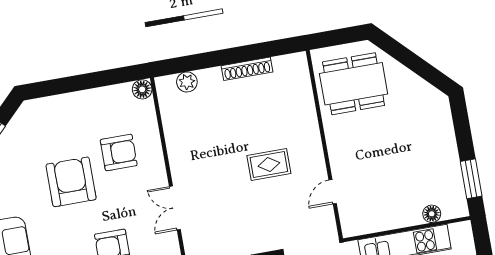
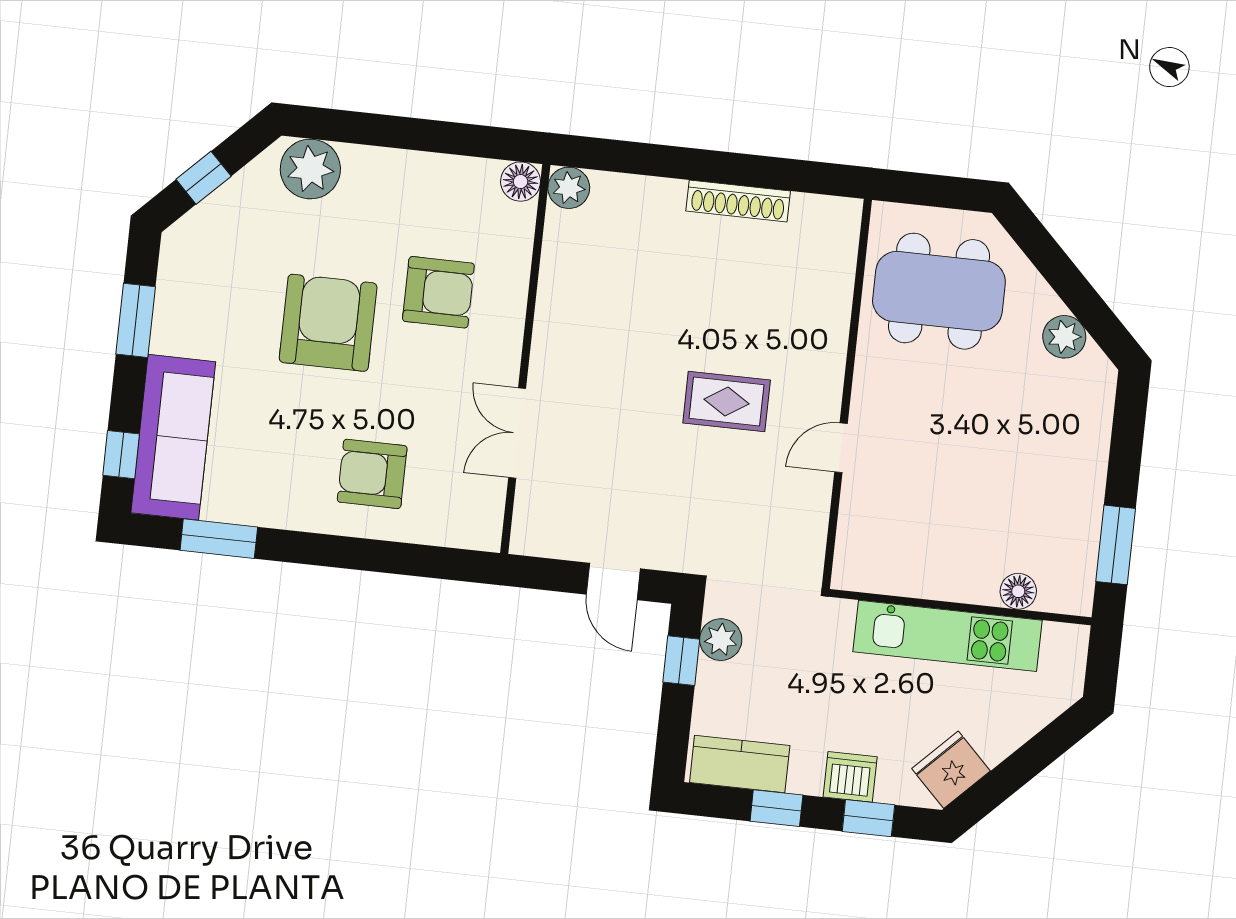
plant: (187, 82) -> (569, 188), moved
plant: (419, 88) -> (1064, 337), added
plant: (42, 112) -> (310, 169), added
door: (333, 192) -> (841, 448), moved

